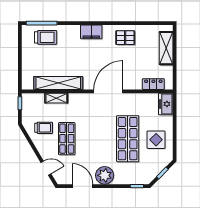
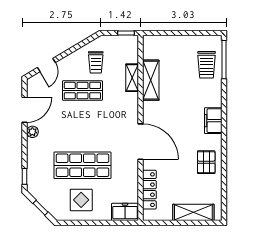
shelving: (58, 83) -> (151, 80), width x0.68
locker: (153, 84) -> (149, 190), width x1.53
plant: (105, 175) -> (32, 132), width x0.53, depth x0.53

